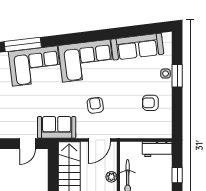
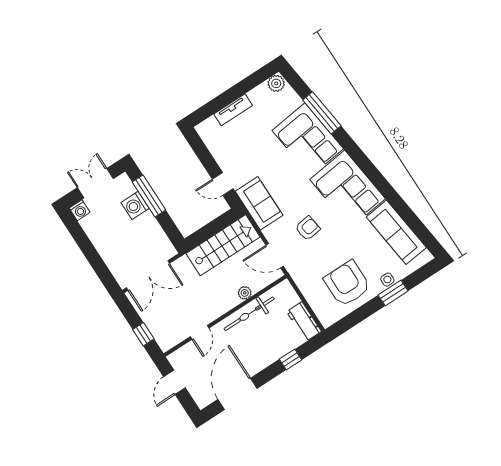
armchair: (150, 103) -> (347, 284), width x1.88, depth x1.88

